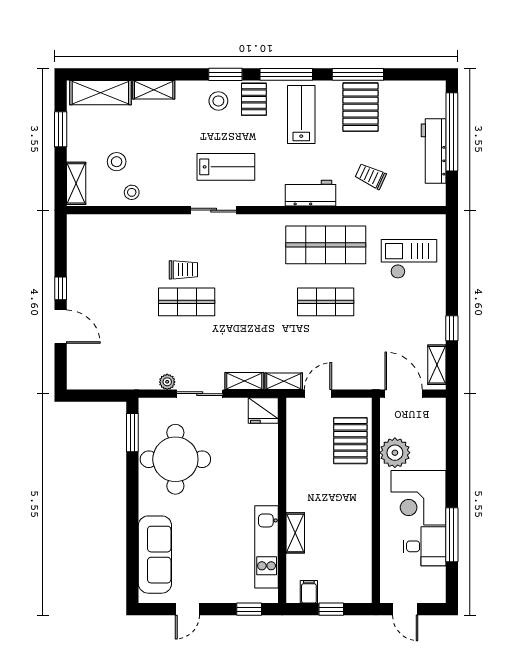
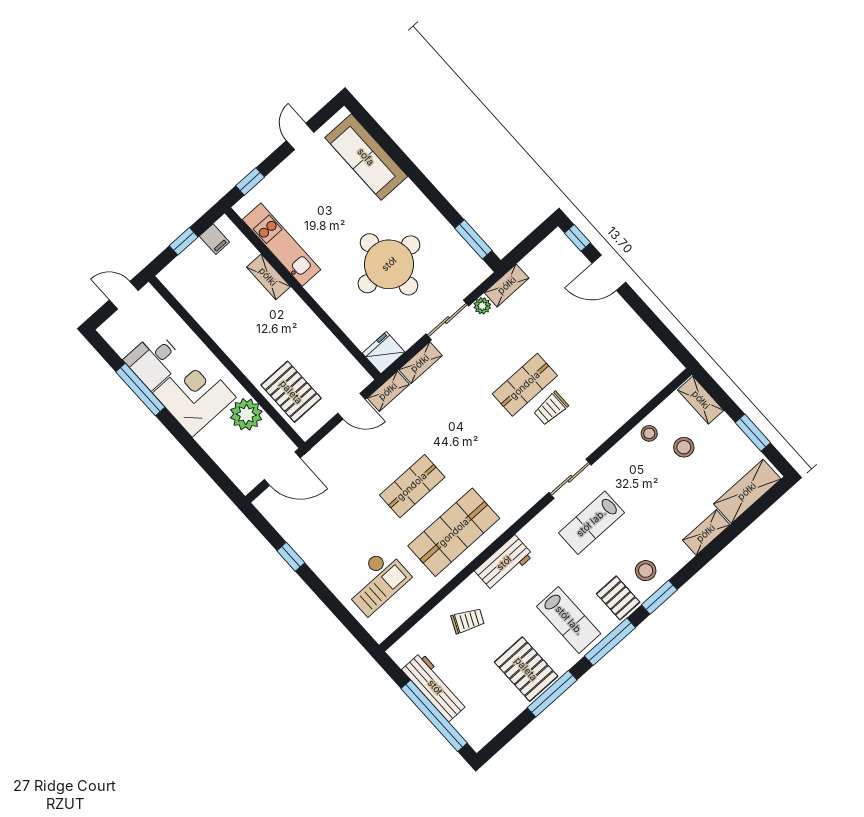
window: (61, 288) -> (577, 238), moved
shelving: (437, 365) -> (507, 285), moved, turned 90
door: (318, 394) -> (352, 406), hinge flipped
round table: (175, 459) -> (389, 264), moved

